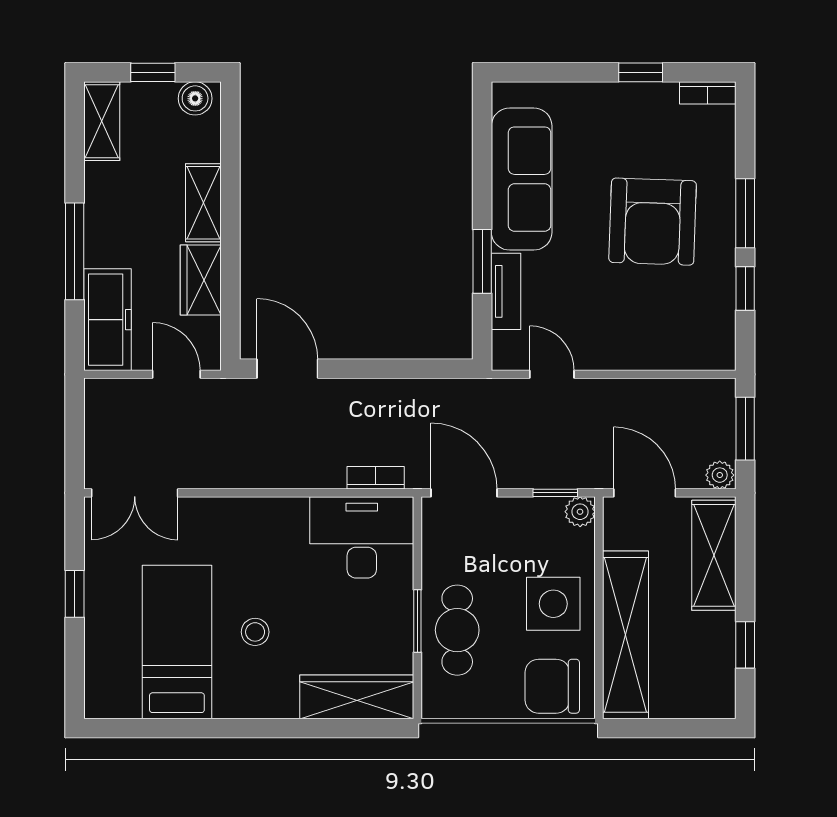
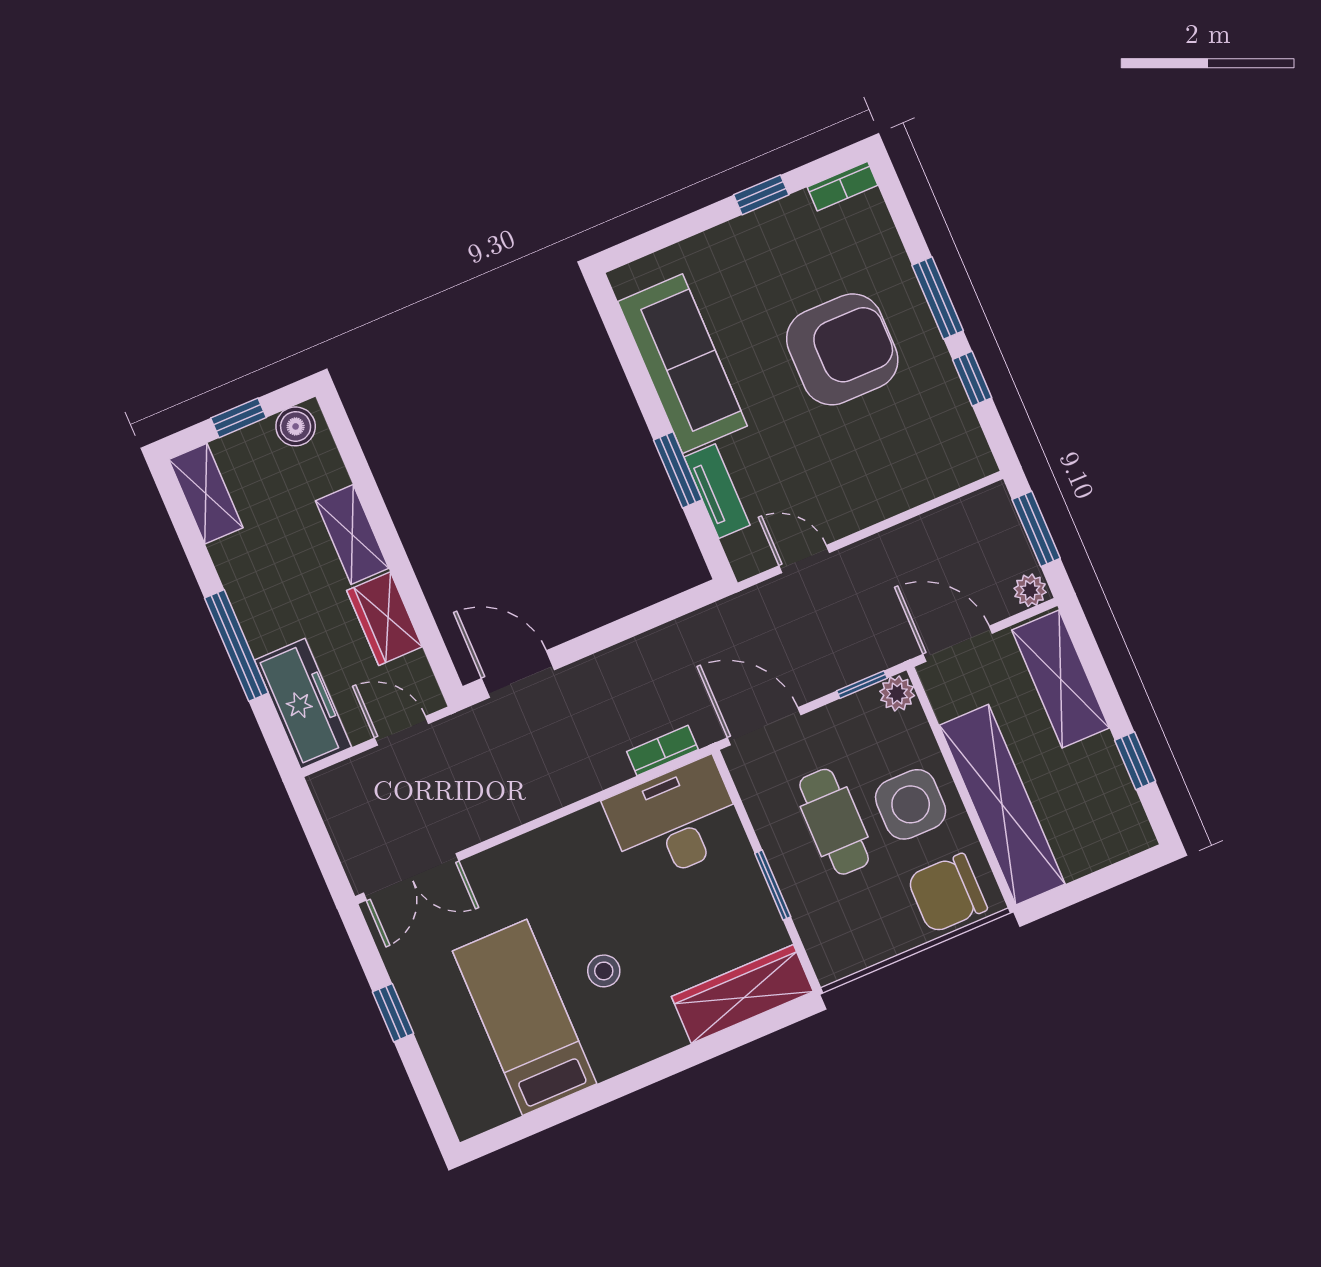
armchair: (653, 222) -> (842, 349), turned -92
cafe table: (457, 630) -> (834, 822), moved

